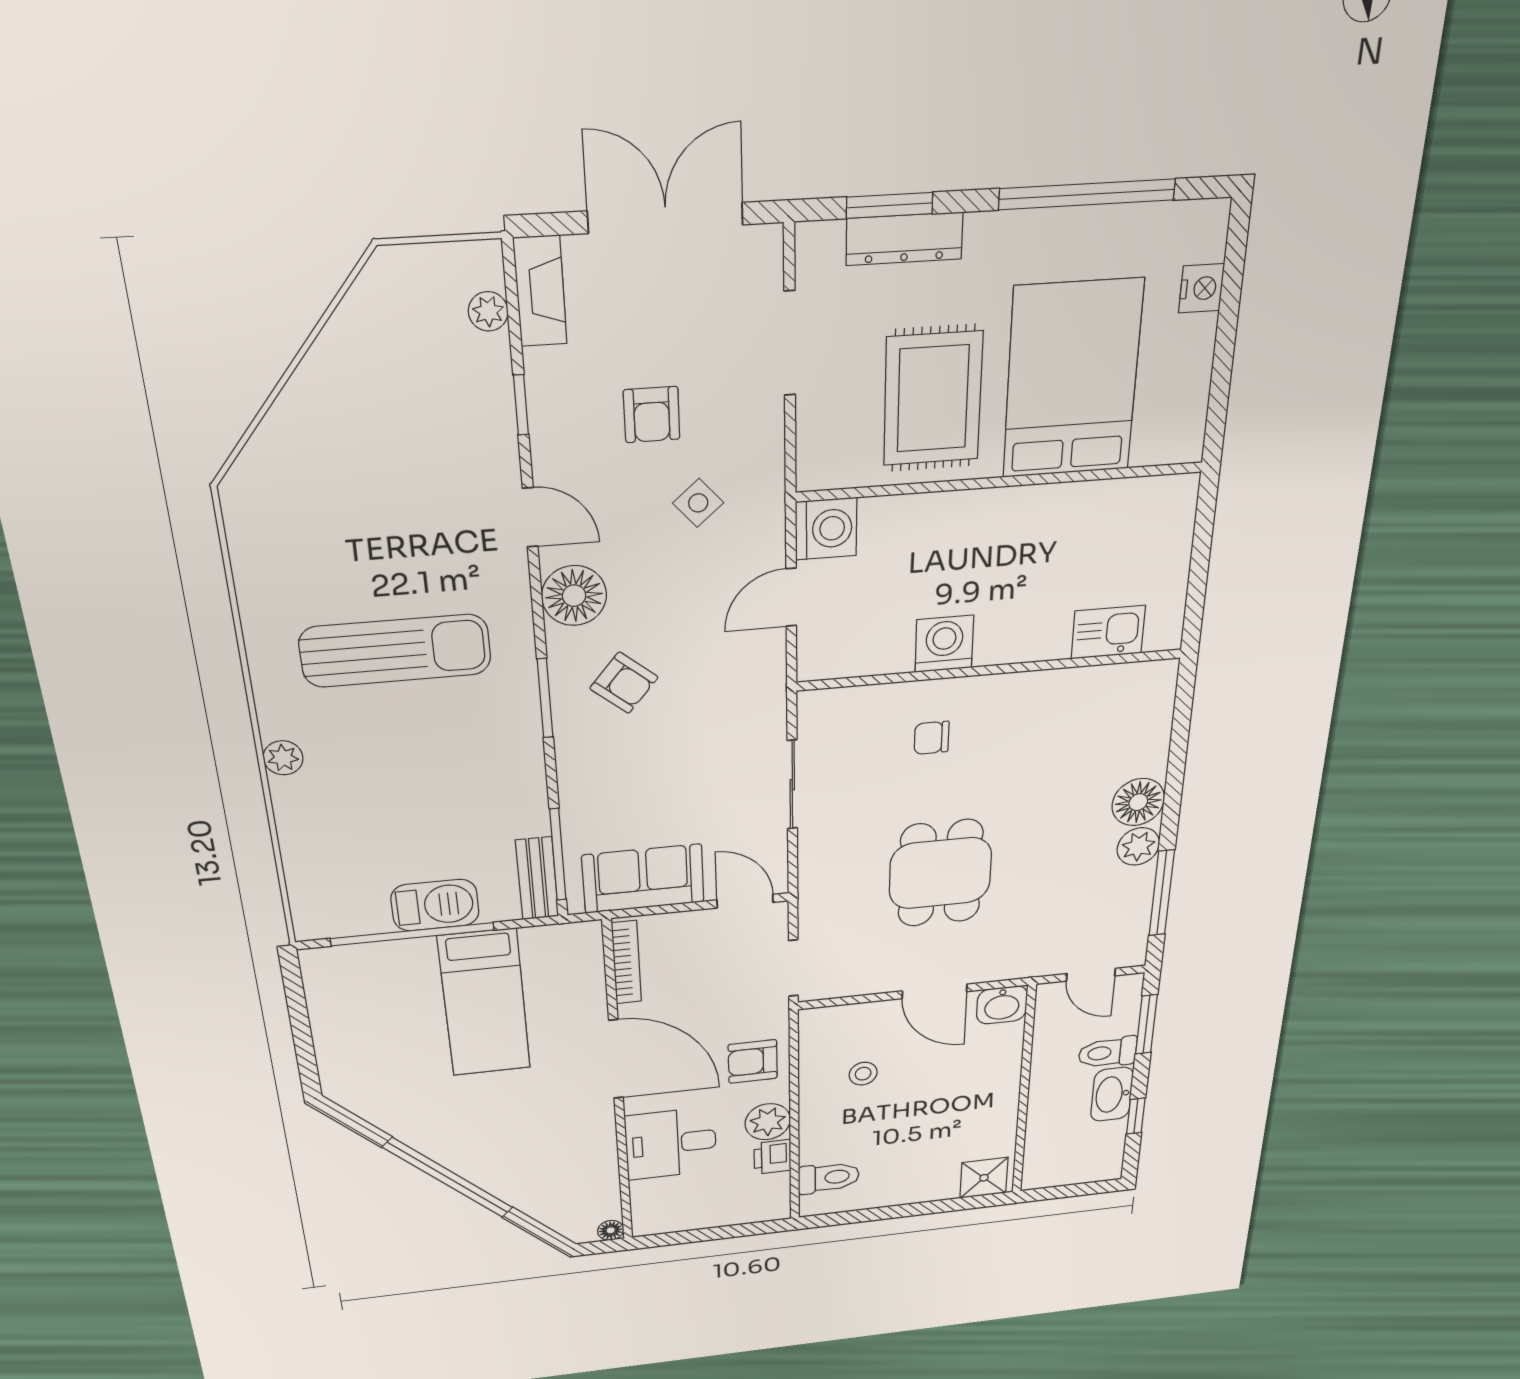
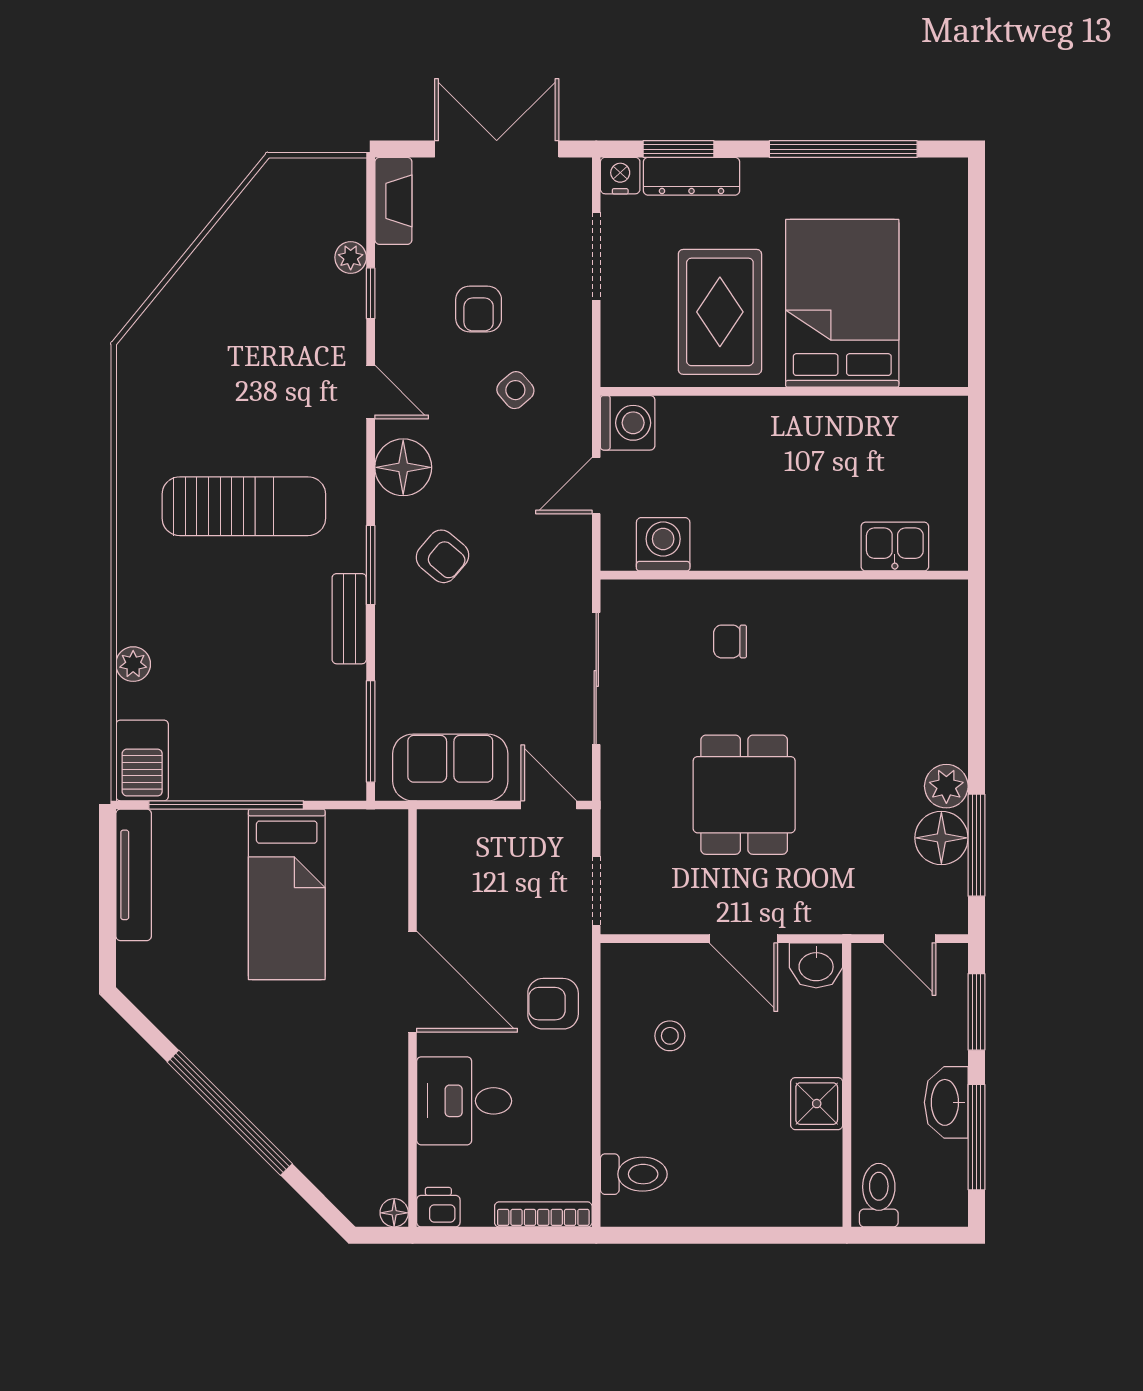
nightstand: (1202, 288) -> (620, 176), moved, turned -90
plant: (488, 311) -> (351, 257), moved
washing machine: (944, 644) -> (663, 544), moved
plant: (283, 758) -> (133, 664), moved
sliding door: (792, 785) -> (596, 678), width x1.37
floor lamp: (1138, 802) -> (941, 838), moved
bench: (537, 879) -> (349, 619), moved
barbecue: (435, 905) -> (142, 760), moved, turned 90
bookcase: (626, 962) -> (543, 1214), moved, turned -90
tv unit: (324, 1003) -> (134, 875), added
toilet: (1108, 1052) -> (879, 1195), moved, turned 90
window: (1136, 1116) -> (976, 1137), width x2.17
plant: (768, 1122) -> (568, 1086), removed
printer: (772, 1157) -> (438, 1207), moved, turned 90
shower: (984, 1178) -> (817, 1104), moved

